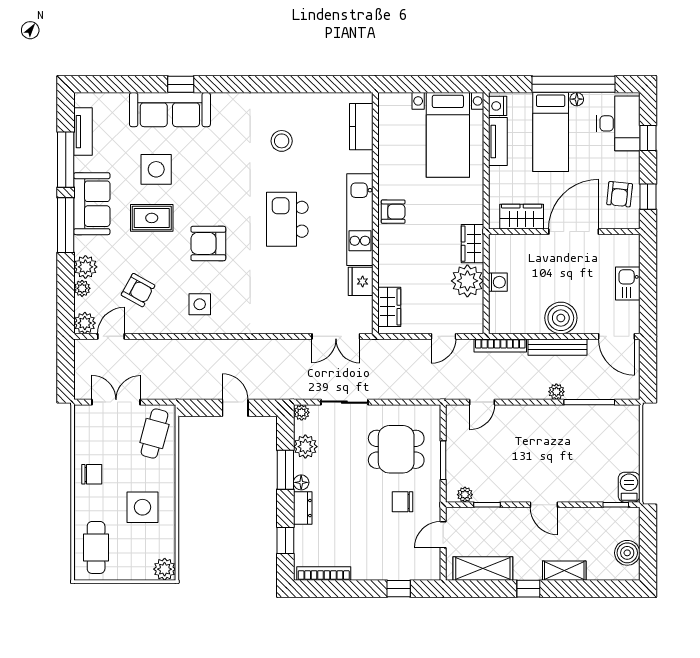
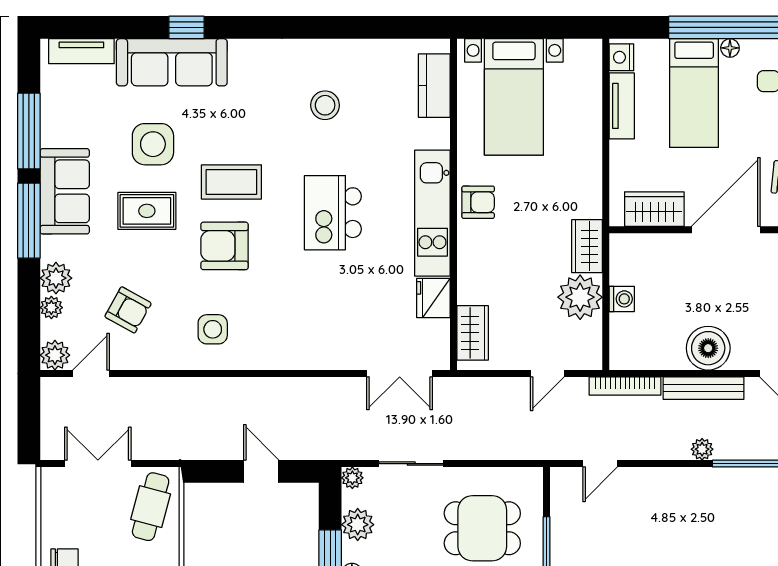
tv unit: (83, 132) -> (81, 51), moved, turned 90
bed with nightstands: (448, 135) -> (514, 97), moved
coffee table: (213, 197) -> (231, 182), added

